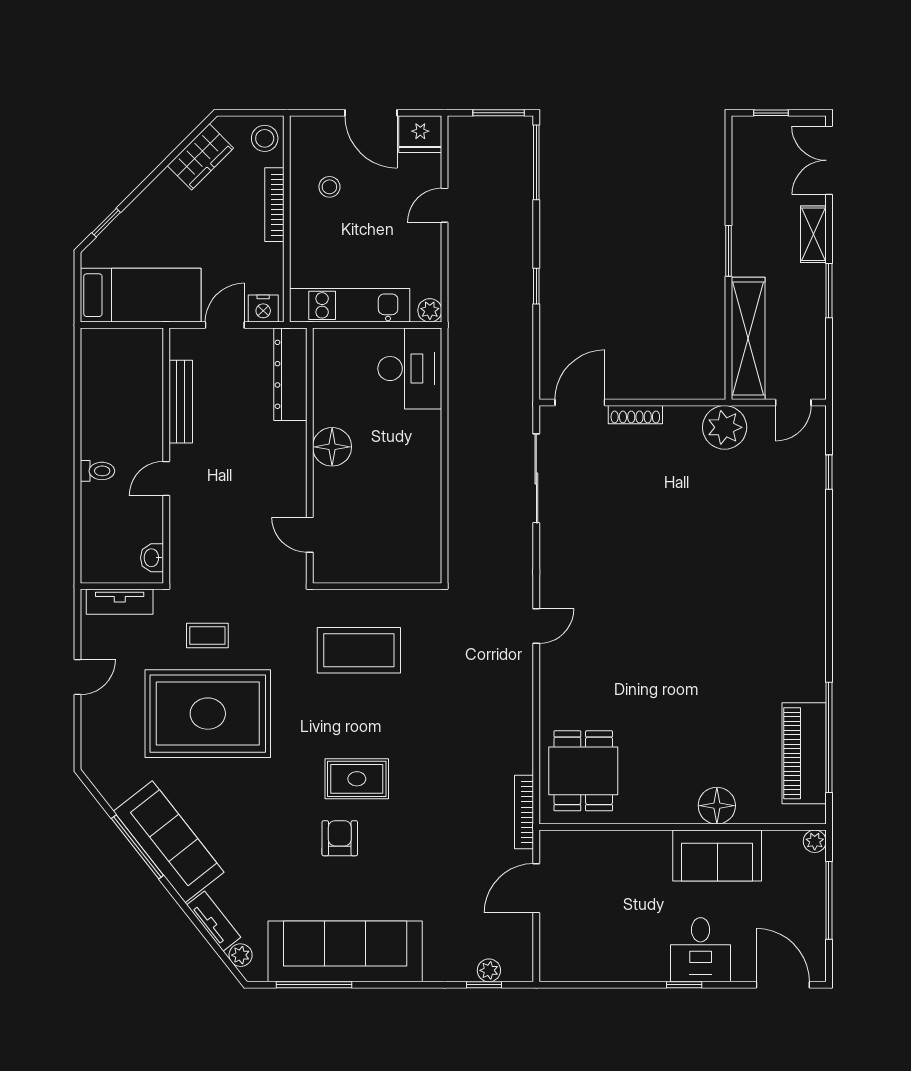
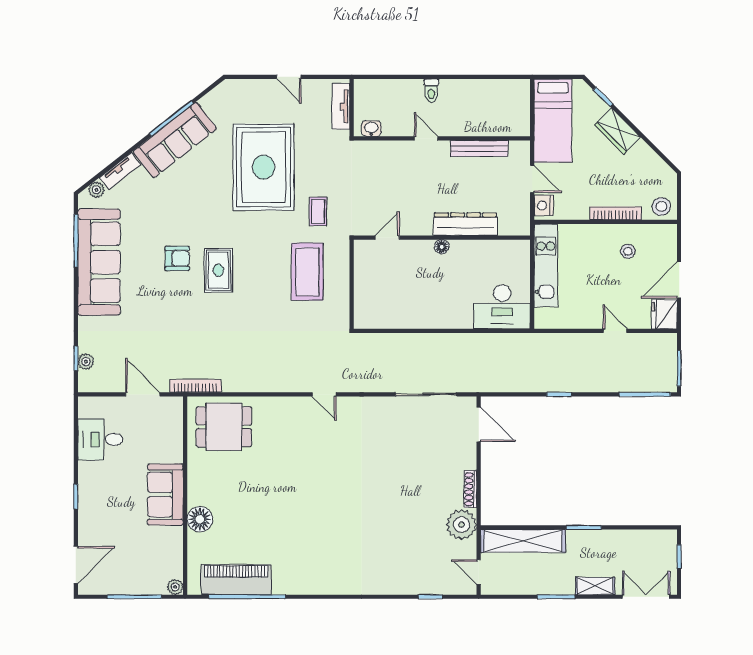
wardrobe: (200, 157) -> (618, 131), moved
plant: (430, 310) -> (542, 321), removed
dresser: (290, 374) -> (466, 224), moved
shoe rack: (635, 415) -> (470, 489), moved
floor lamp: (332, 447) -> (442, 247), width x0.53, depth x0.53
coffee table: (207, 635) -> (318, 212), moved
sofa: (717, 856) -> (165, 495), moved
desk: (701, 950) -> (100, 439), moved

